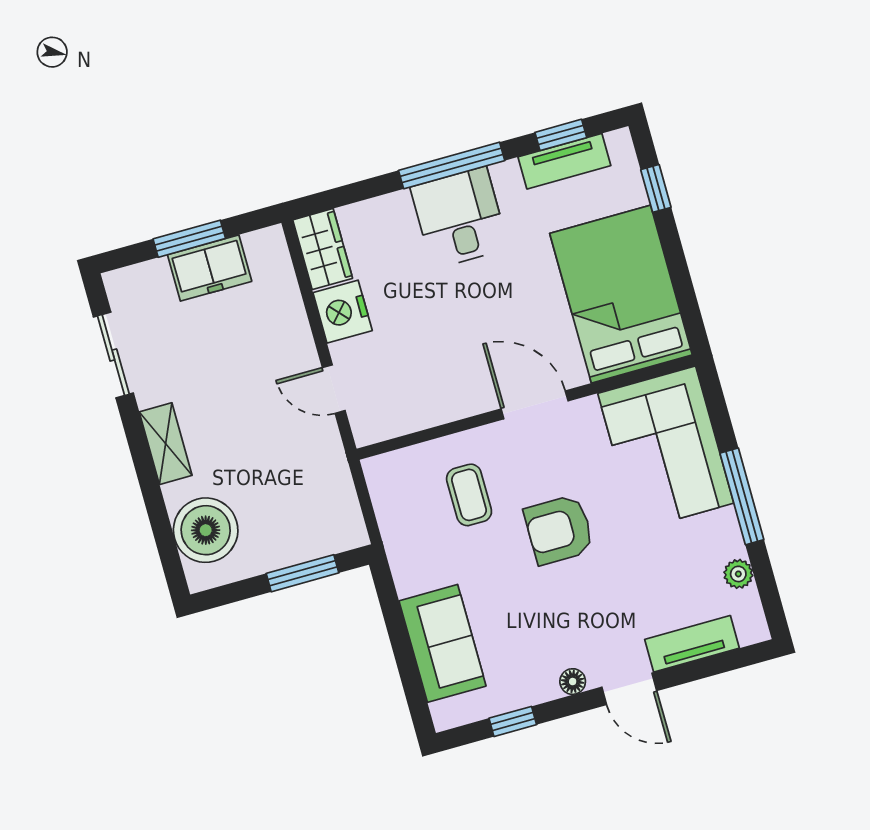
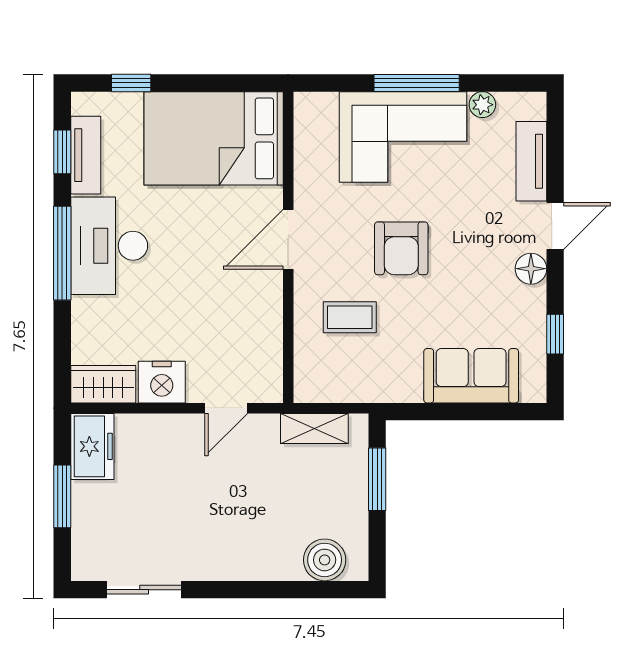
desk: (459, 218) -> (109, 246), width x1.37
freezer: (210, 268) -> (92, 446), moved
shelving: (166, 444) -> (314, 428), moved
corner sofa: (666, 448) -> (403, 137), moved
boiler: (206, 530) -> (325, 560), width x0.73, depth x0.73
floor lamp: (573, 682) -> (531, 269), width x1.37, depth x1.37

